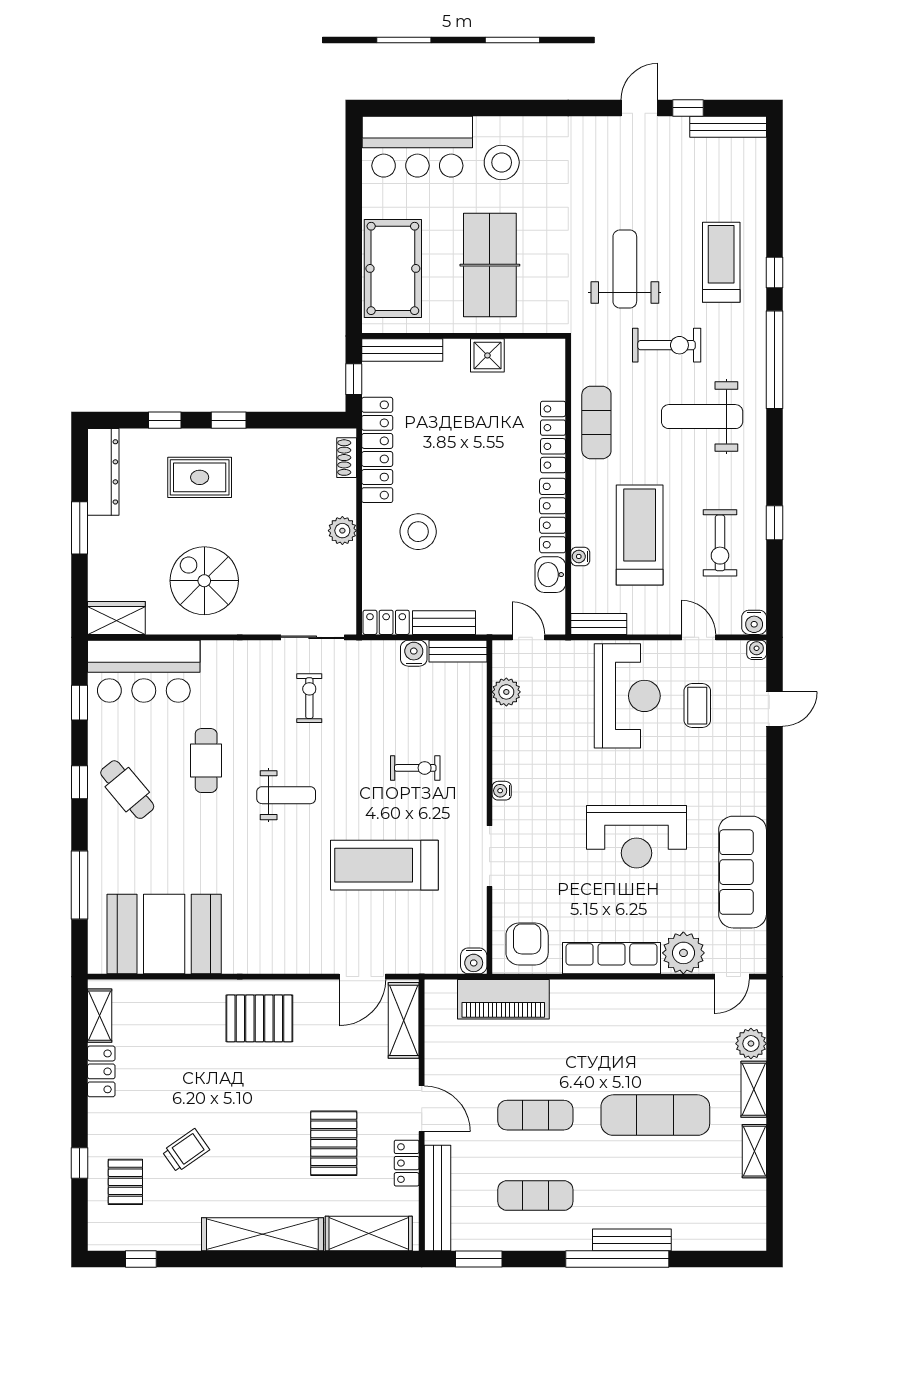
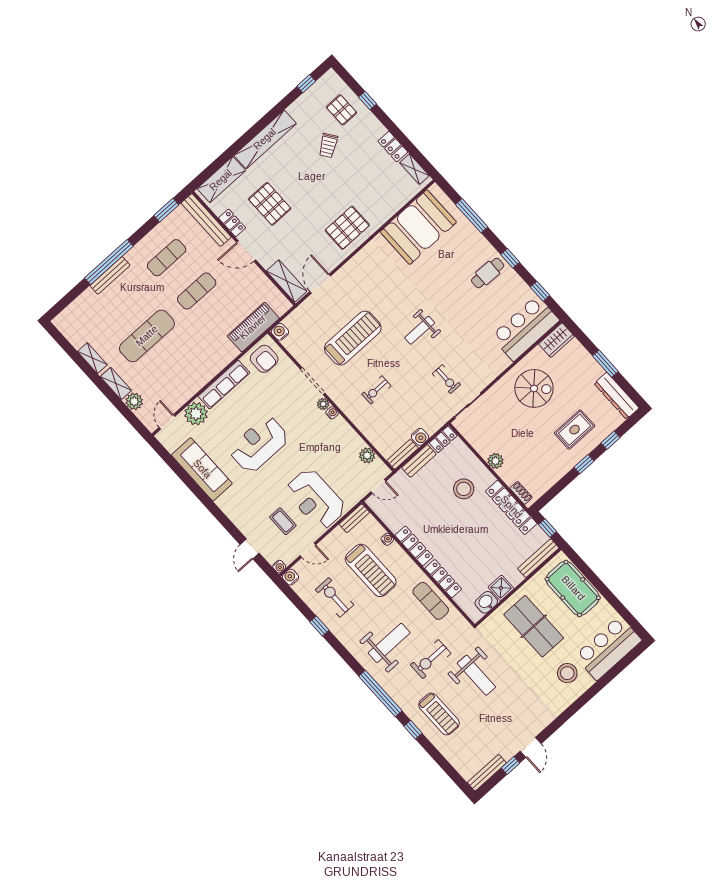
washbasin: (550, 575) -> (486, 602), moved, turned -90
cafe table: (206, 761) -> (466, 315), removed
cafe table: (127, 790) -> (488, 273), turned -49
plant: (503, 813) -> (323, 404), added

